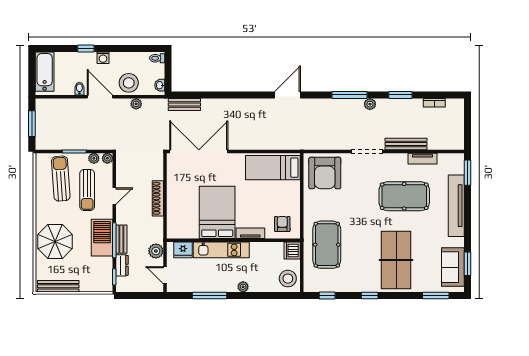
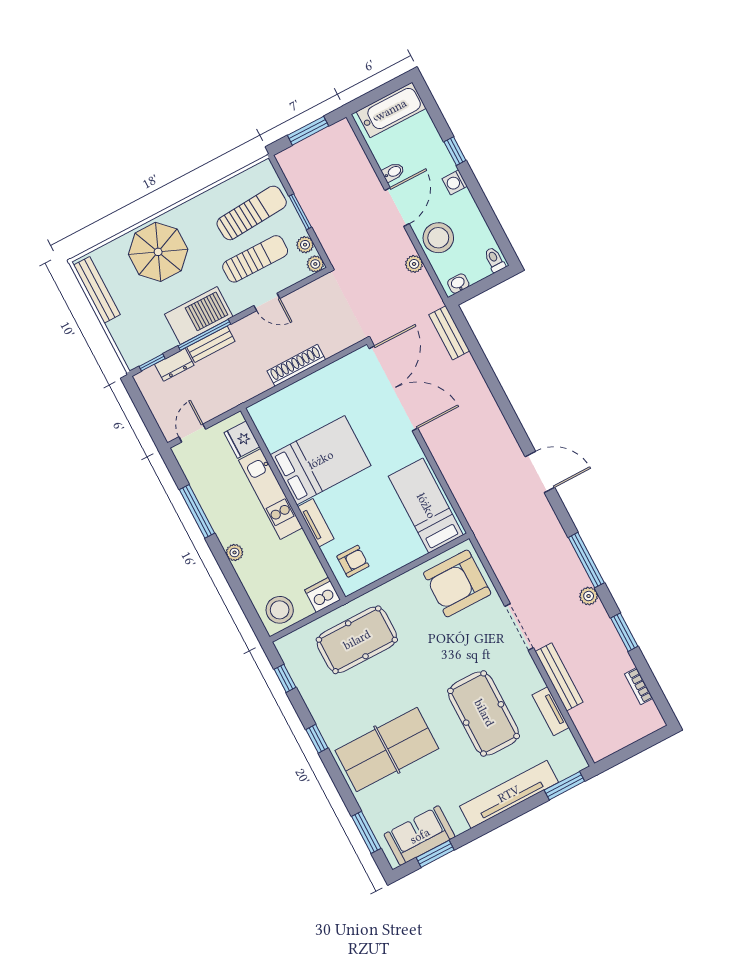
sun lounger: (87, 190) -> (255, 259), turned 180
plant: (156, 251) -> (220, 402), removed

